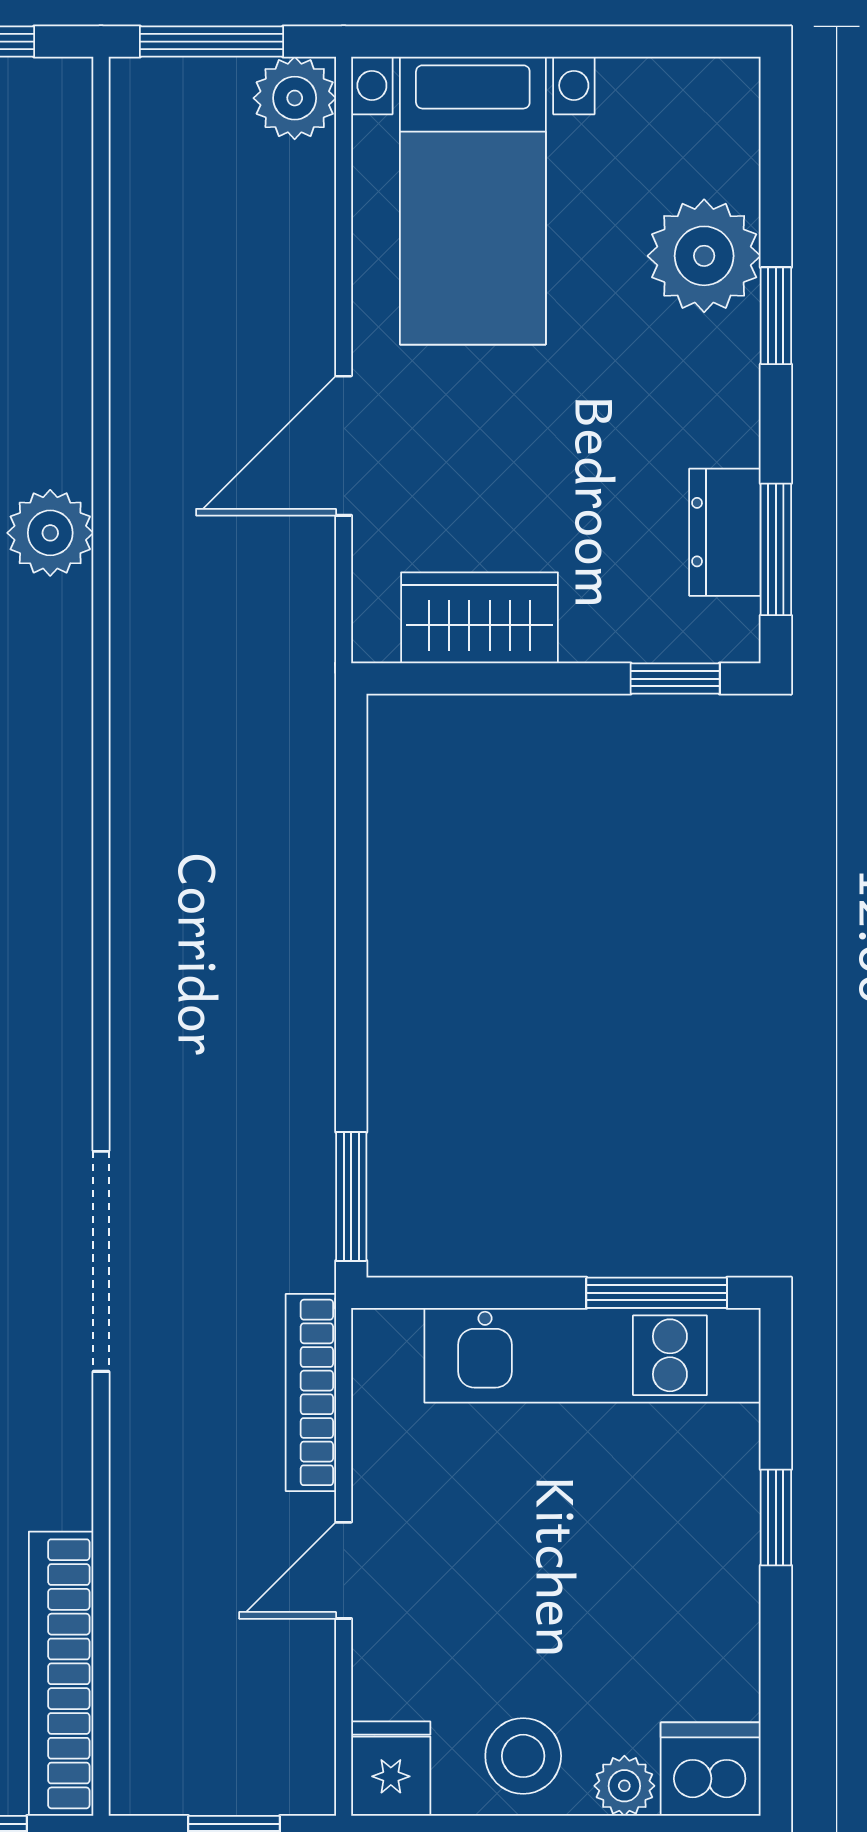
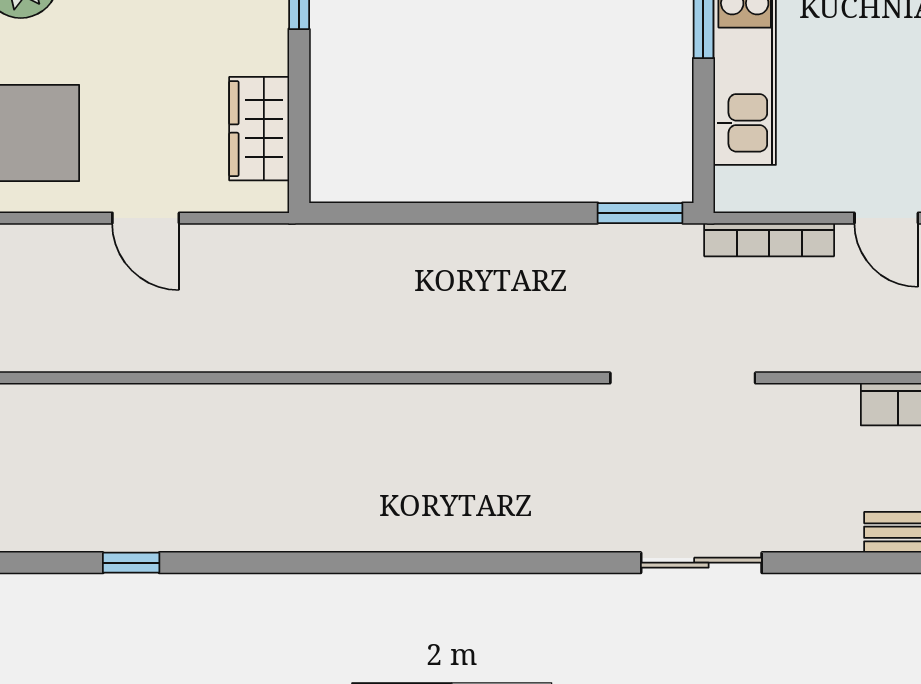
door: (344, 446) -> (146, 218), width x0.73
plant: (50, 533) -> (203, 411), removed

